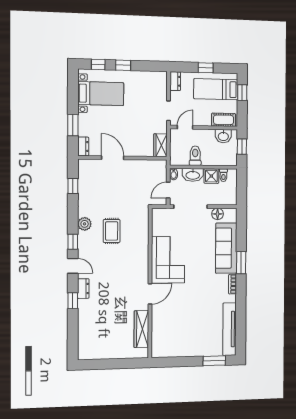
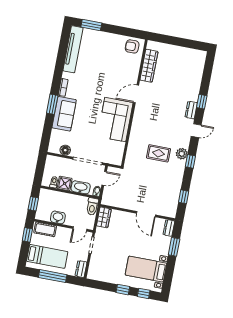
window: (206, 68) -> (53, 276), width x2.17
window: (242, 93) -> (27, 235), moved
washbasin: (223, 136) -> (58, 217), moved
toilet: (195, 156) -> (92, 206), moved
plant: (85, 224) -> (182, 154), moved
rug: (112, 231) -> (158, 153), turned 90
window: (73, 242) -> (190, 161), moved
sofa: (226, 248) -> (64, 114), width x0.73
door: (73, 266) -> (196, 131), swing flipped
armchair: (164, 347) -> (132, 46), added

